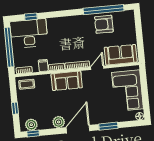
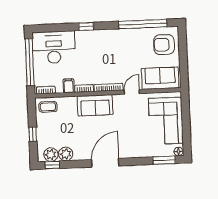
window: (31, 17) -> (86, 26), moved
armchair: (104, 24) -> (164, 45), moved
plant: (59, 122) -> (66, 154), moved
window: (108, 126) -> (164, 160), moved

